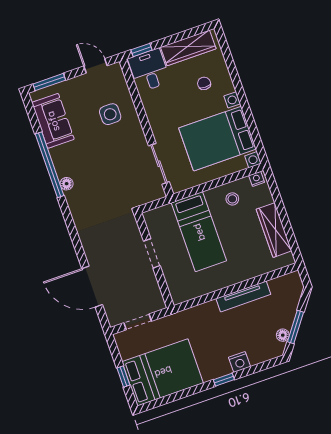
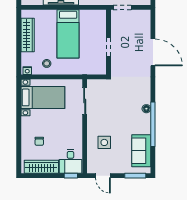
bed with nightstands: (218, 139) -> (43, 97), width x0.73
bed: (199, 232) -> (68, 34), moved, turned 180
door: (92, 287) -> (153, 52), moved
doorway: (138, 322) -> (122, 7), moved

